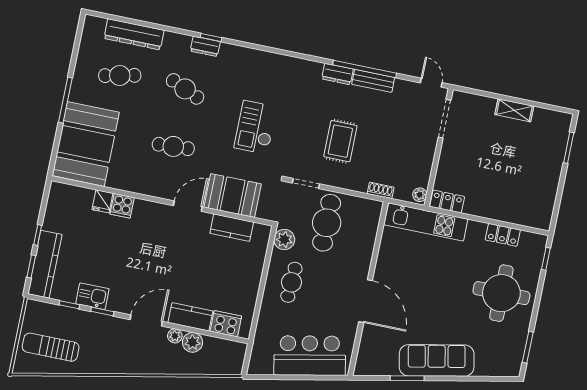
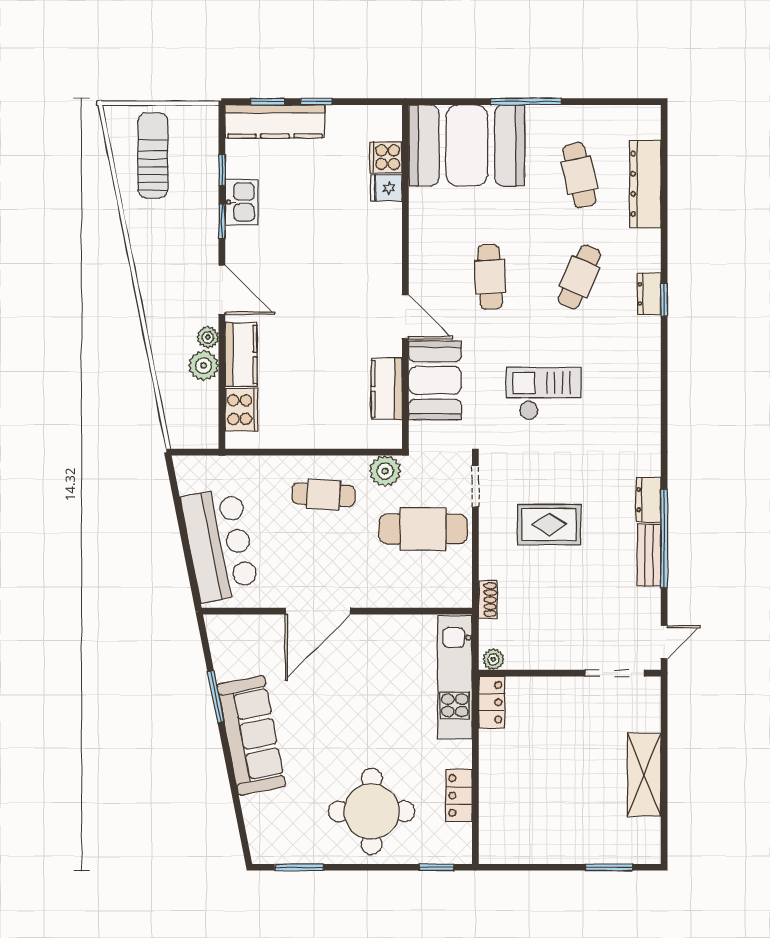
shelving: (514, 110) -> (644, 775), width x1.50, depth x1.33
cooker: (122, 206) -> (386, 157), moved

